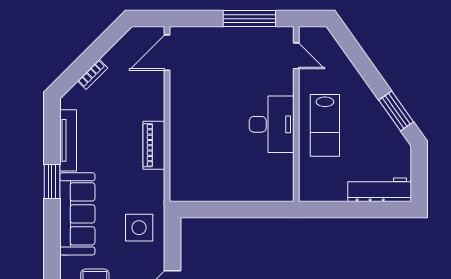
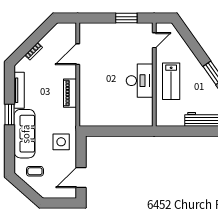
window: (249, 19) -> (126, 18), width x0.69
door: (167, 53) -> (78, 54), moved
door: (296, 56) -> (154, 40), hinge flipped

